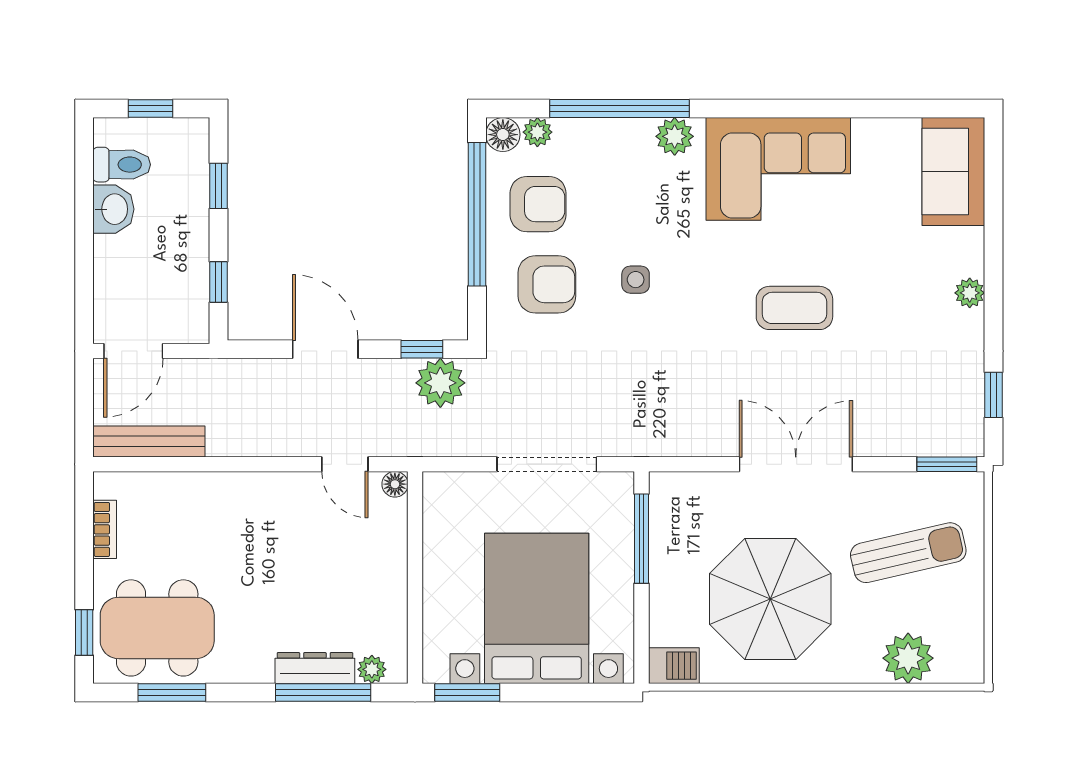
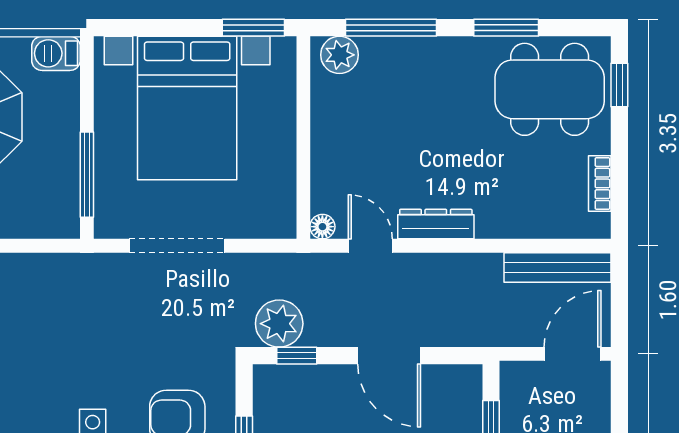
dresser: (315, 668) -> (436, 224), moved, turned 180
plant: (372, 669) -> (339, 55), width x1.38, depth x1.38
window: (172, 692) -> (506, 28), moved

